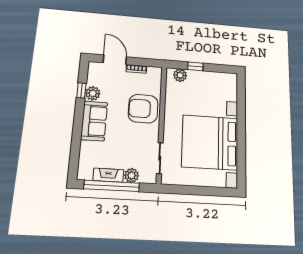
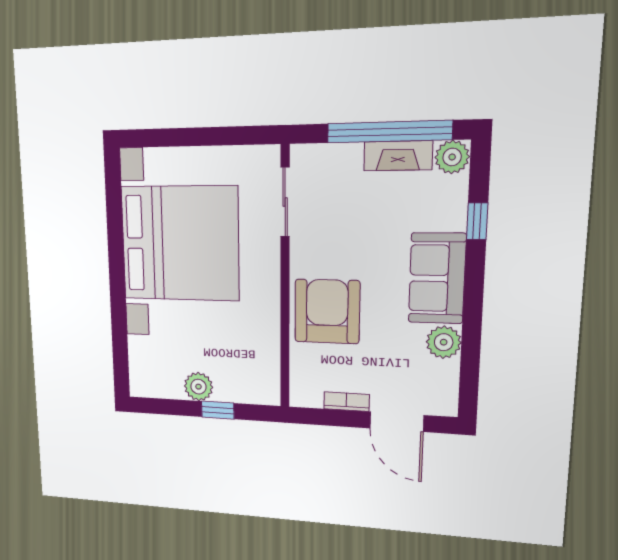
plant: (180, 75) -> (198, 387), moved
window: (81, 90) -> (477, 221), moved
armchair: (143, 109) -> (327, 311), turned -90
plant: (132, 175) -> (452, 157), moved

